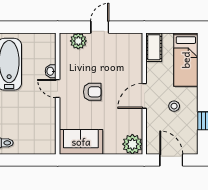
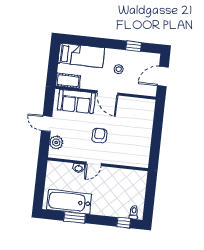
sofa: (81, 142) -> (76, 101), moved, turned -90
plant: (132, 144) -> (146, 107), removed

